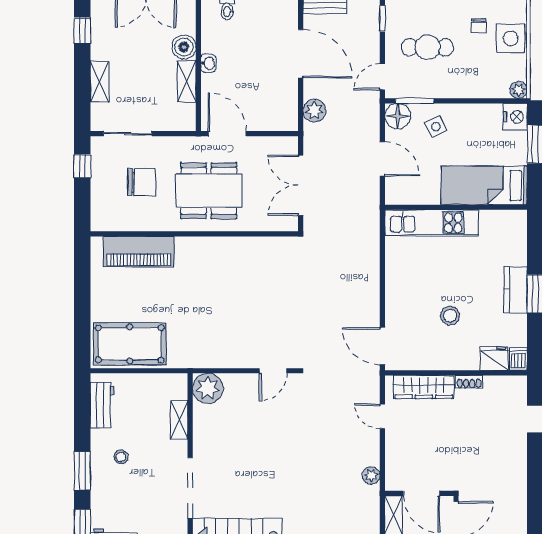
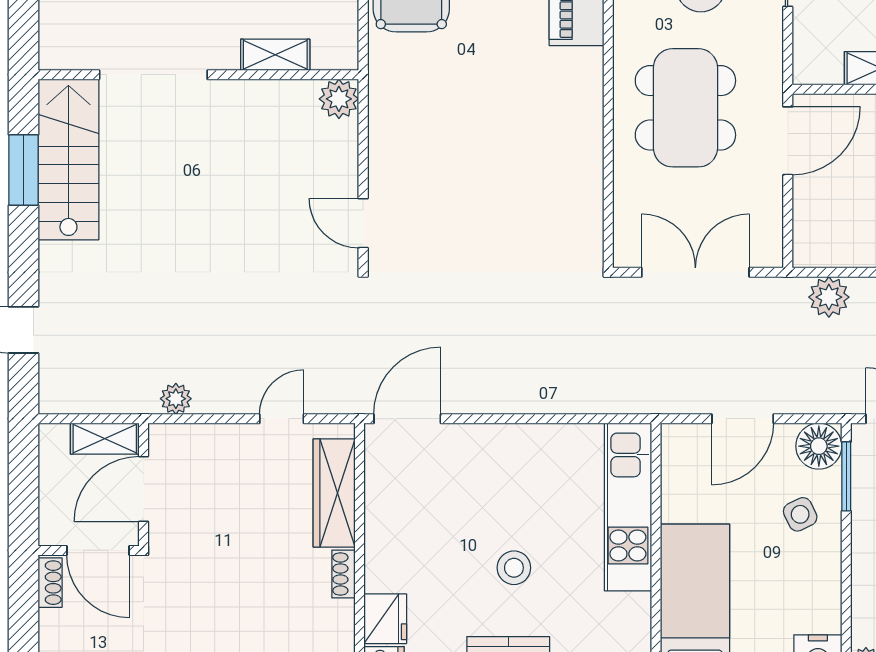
stool: (450, 316) -> (514, 568), moved
plant: (208, 388) -> (339, 99), width x0.73, depth x0.73

